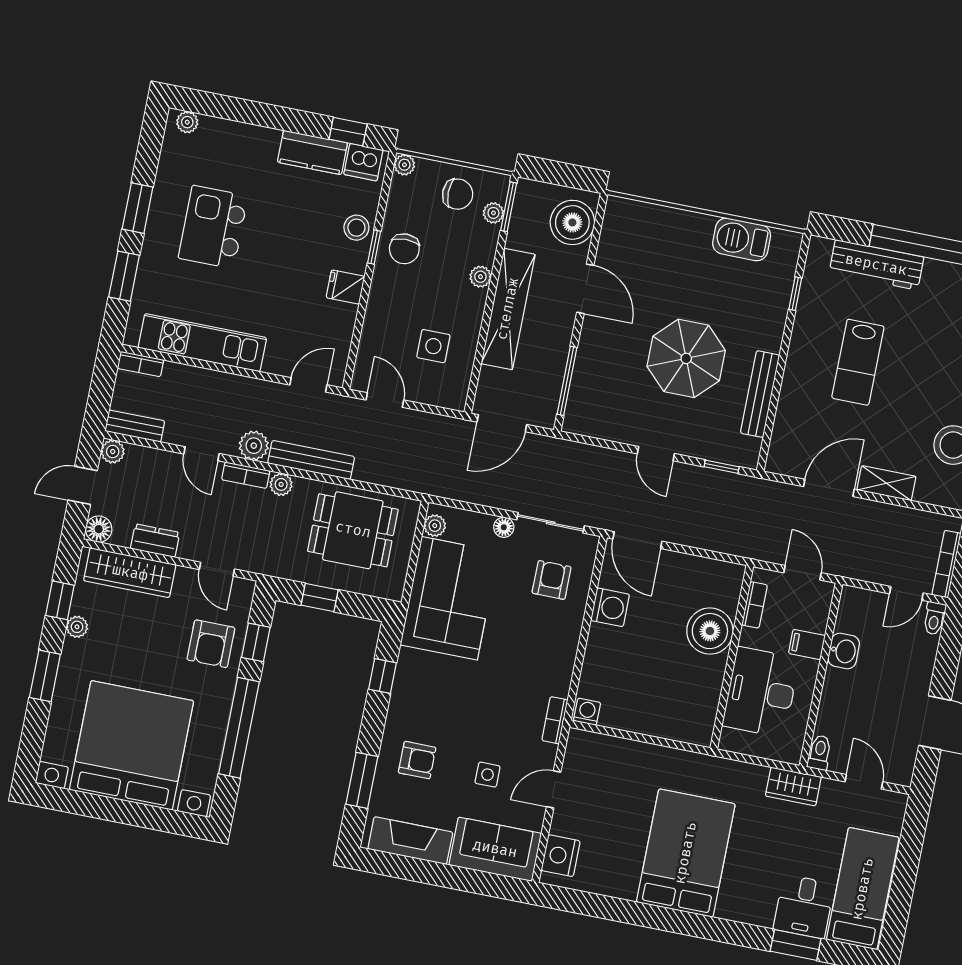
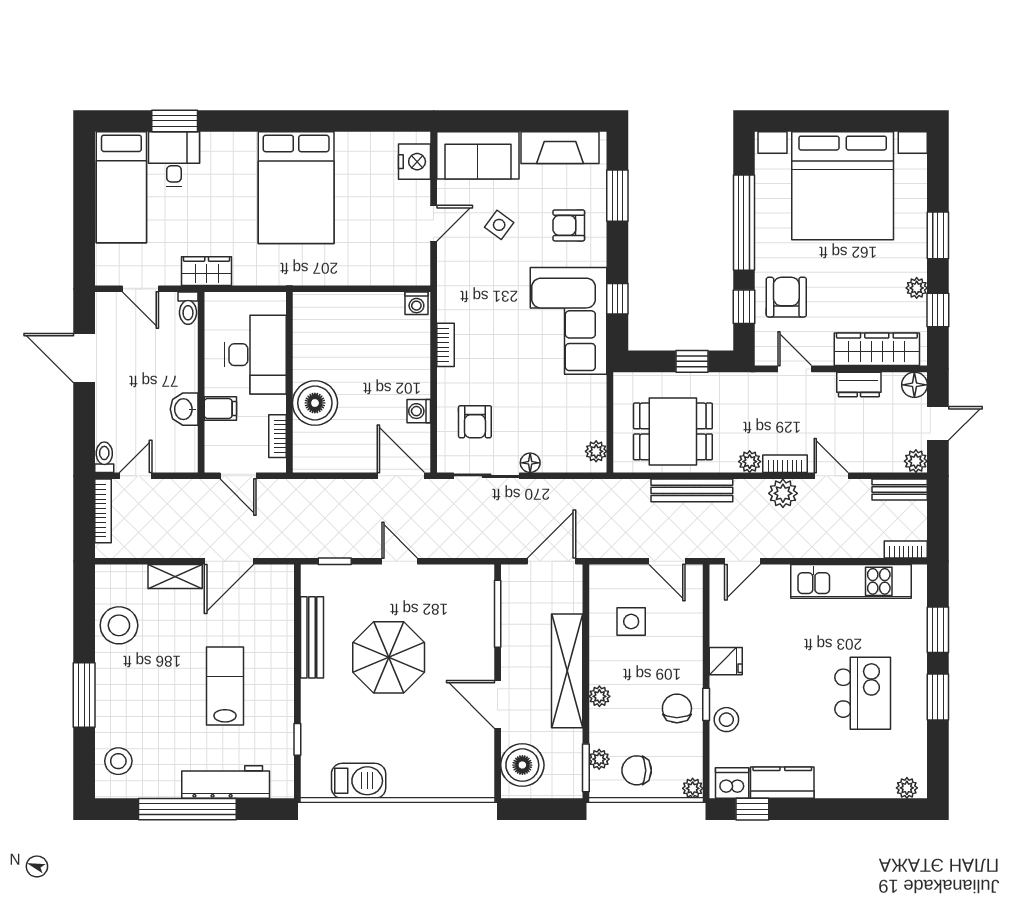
bench: (311, 460) -> (692, 490), moved
corner sofa: (449, 598) -> (569, 321), moved
washing machine: (610, 607) -> (419, 411), width x0.73, depth x0.73
bookcase: (555, 720) -> (445, 345), moved
side table: (488, 775) -> (499, 225), turned 36

